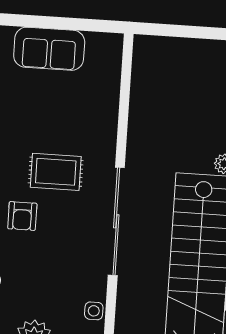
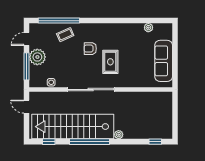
sofa: (49, 49) -> (164, 61), width x1.36

